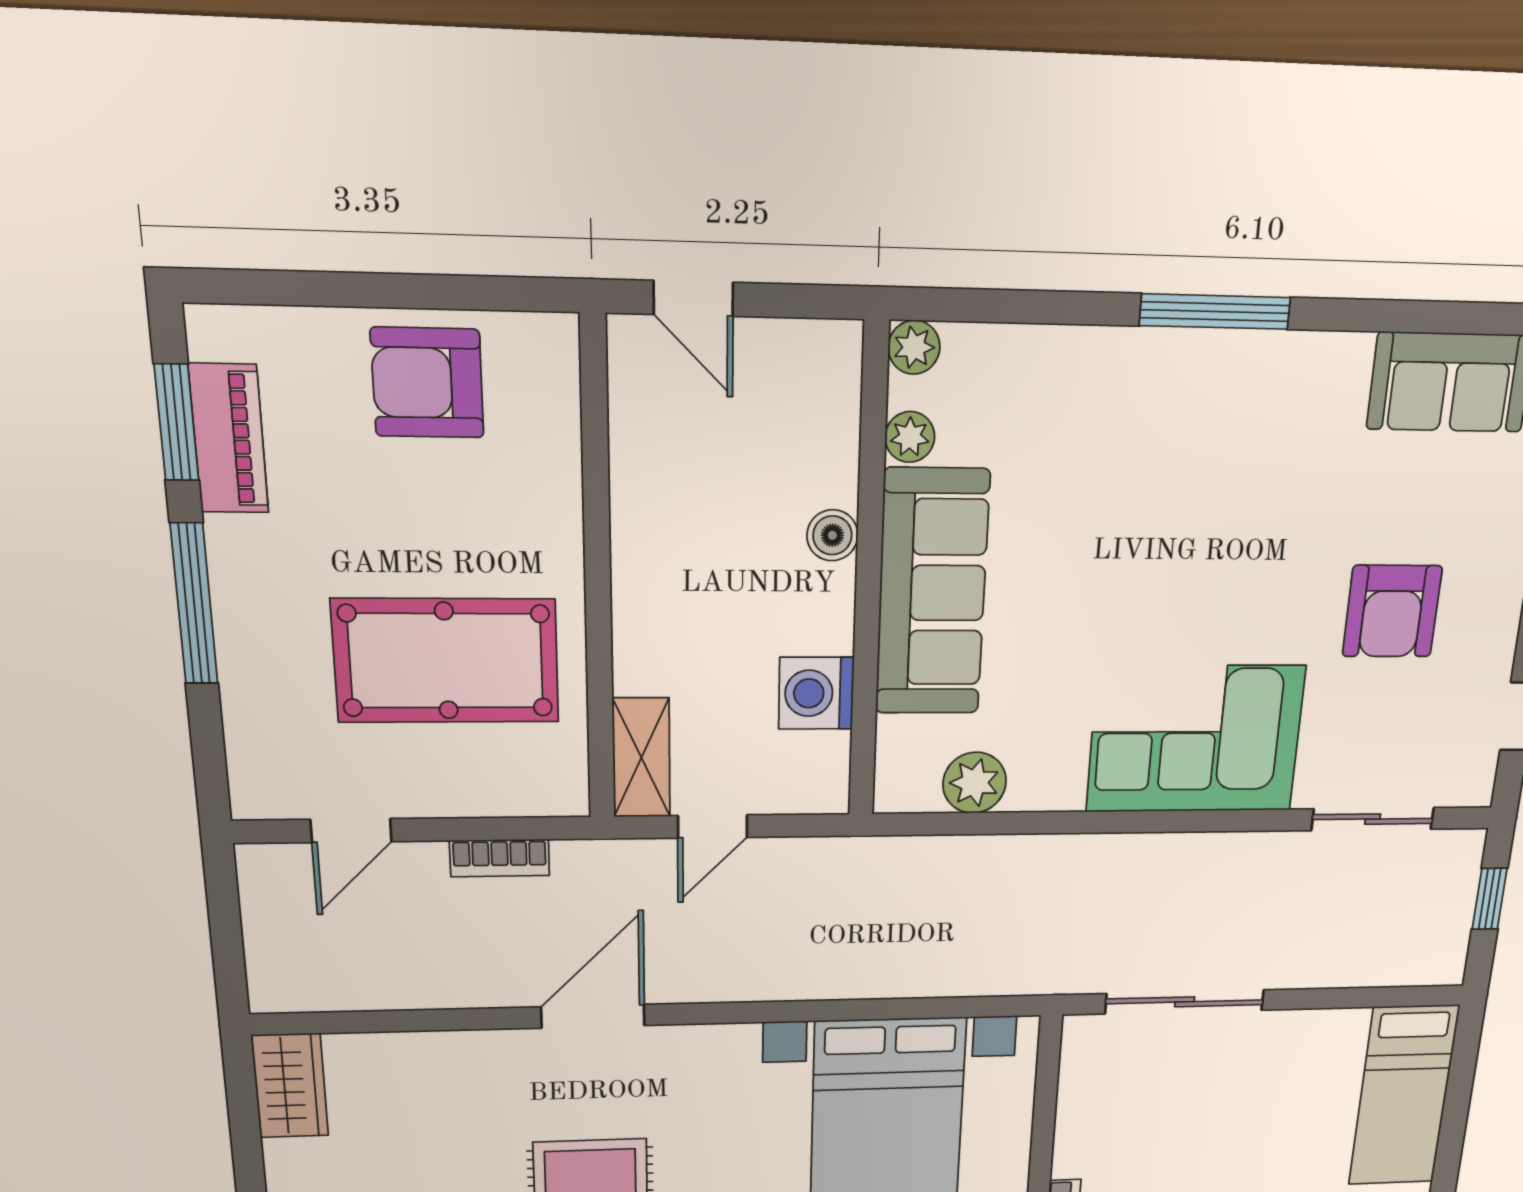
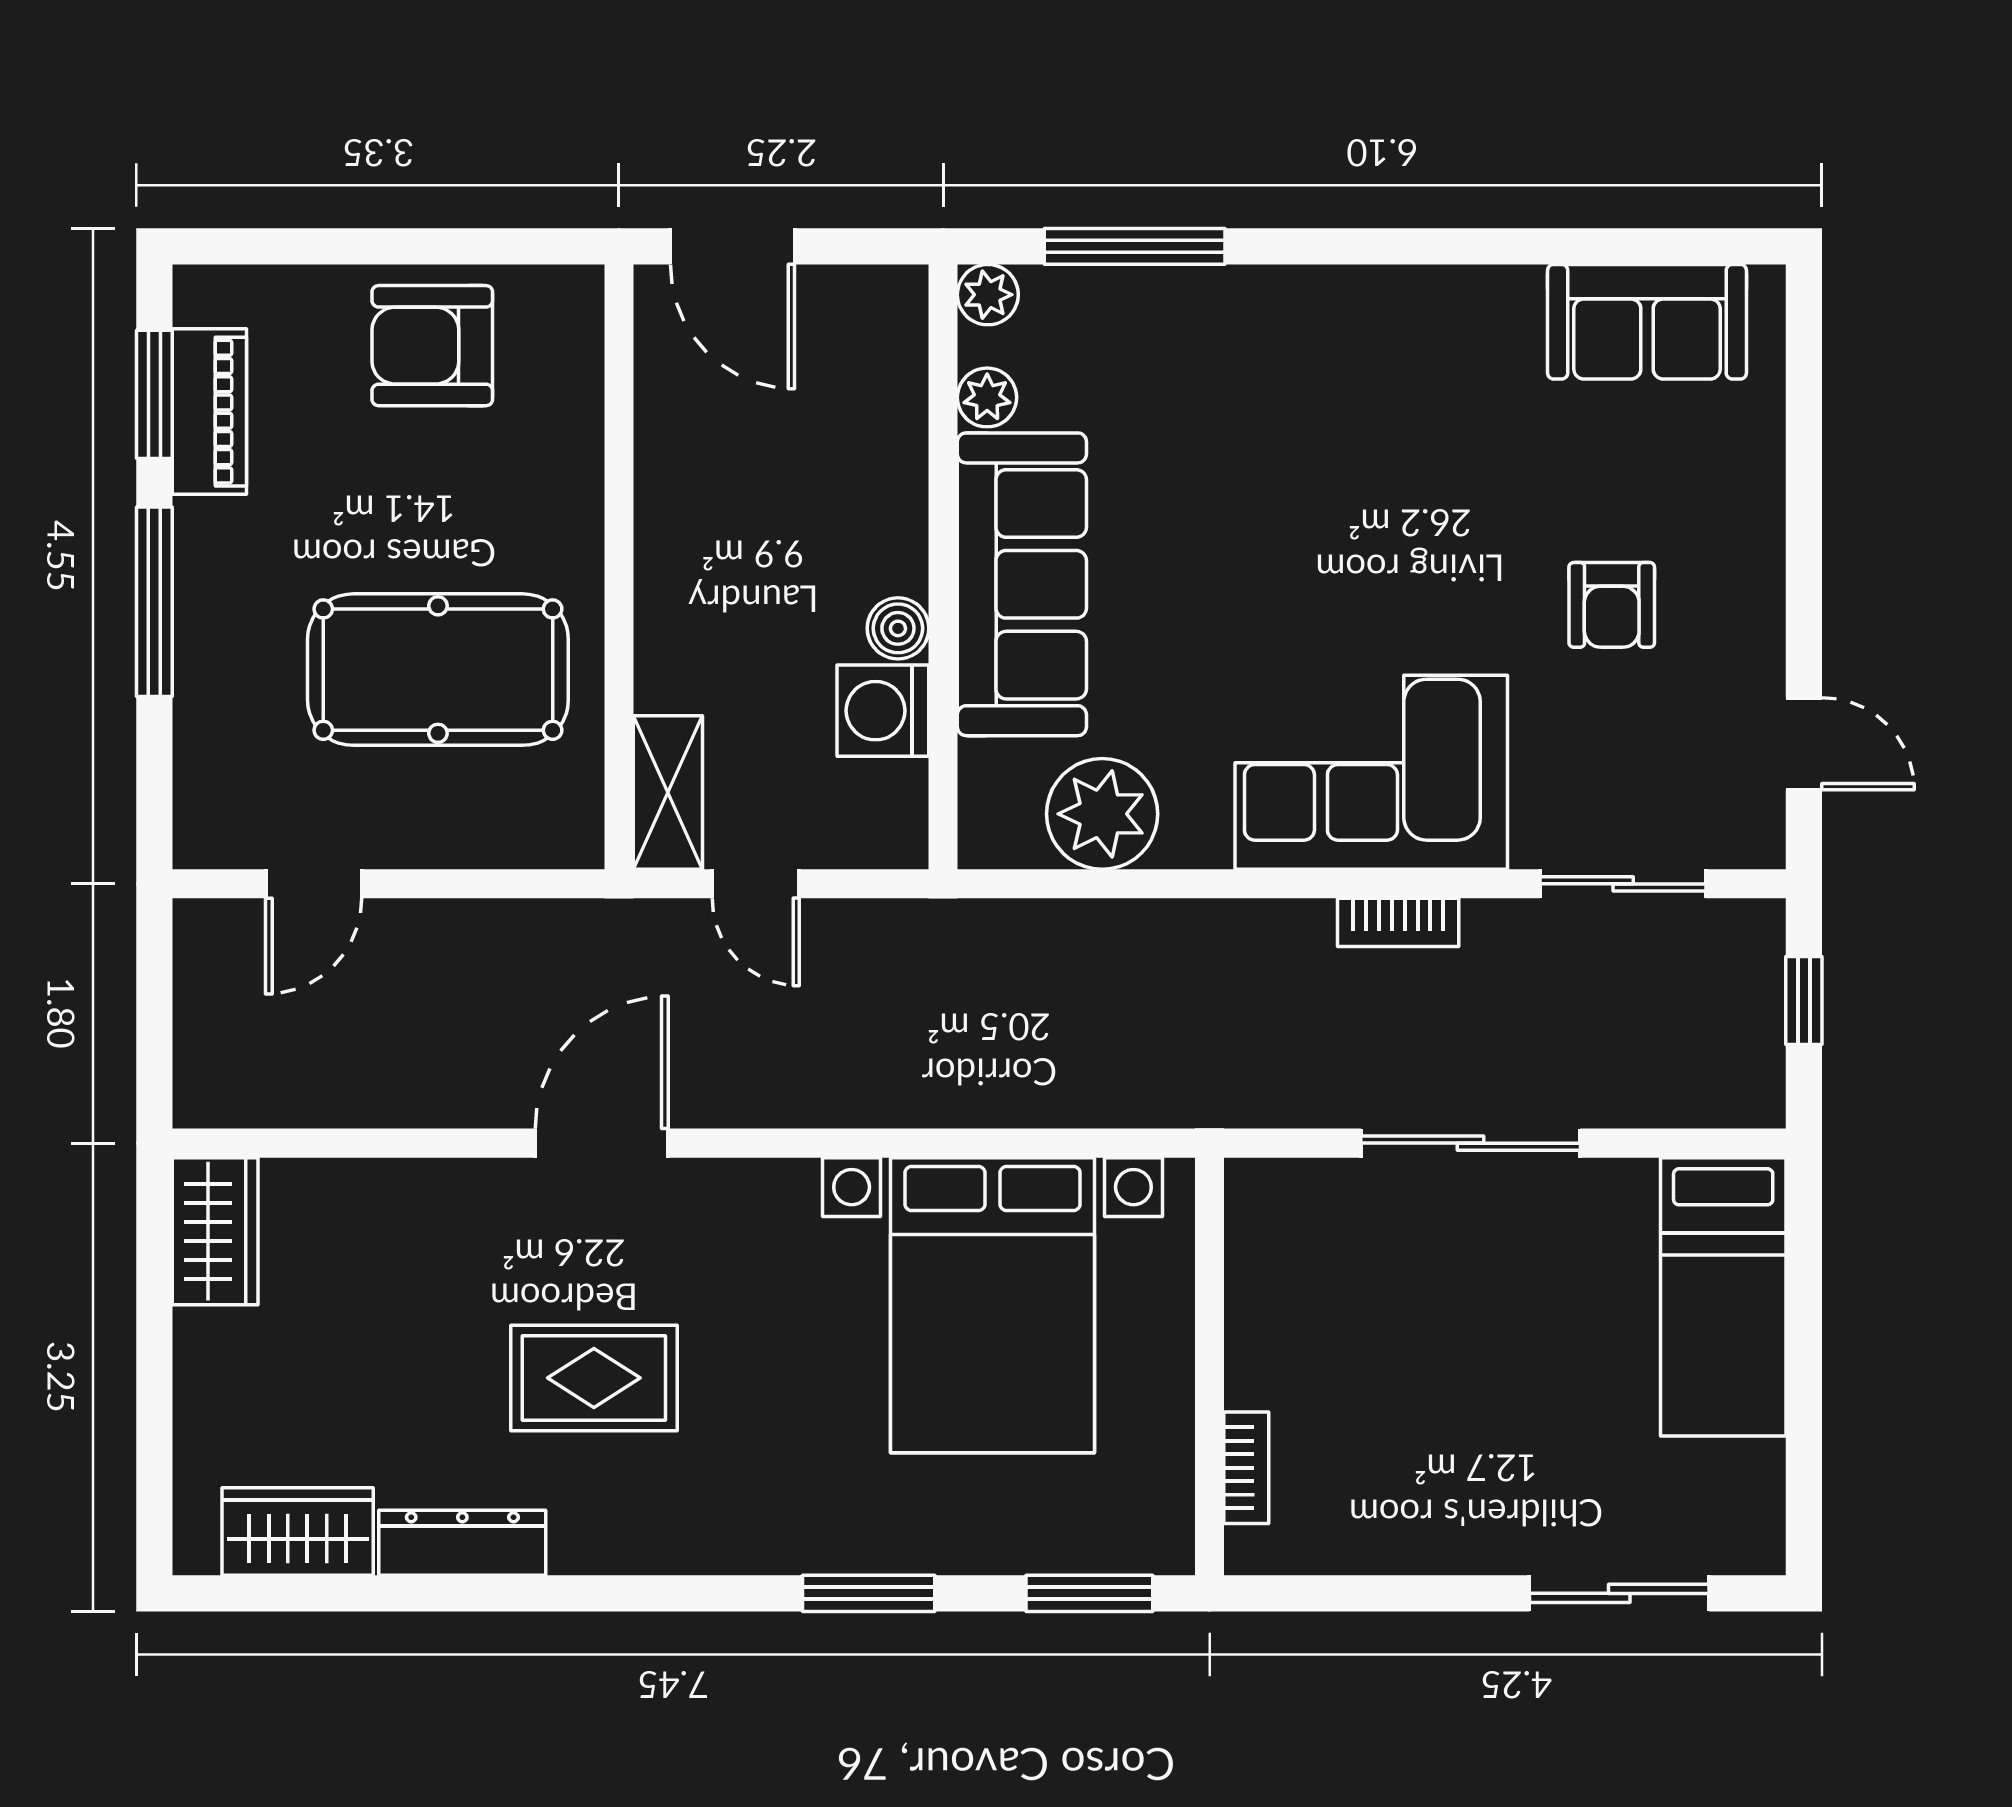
door: (693, 298) -> (732, 246), width x1.38
window: (1215, 312) -> (1135, 246), moved
boiler: (832, 535) -> (898, 628), moved
armchair: (1392, 611) -> (1612, 605), width x0.72, depth x0.72
plant: (975, 783) -> (1102, 814), width x1.36, depth x1.36
door: (713, 826) -> (756, 884), hinge flipped
bookcase: (500, 858) -> (1398, 922), moved
sliding door: (1185, 1002) -> (1471, 1143), moved

